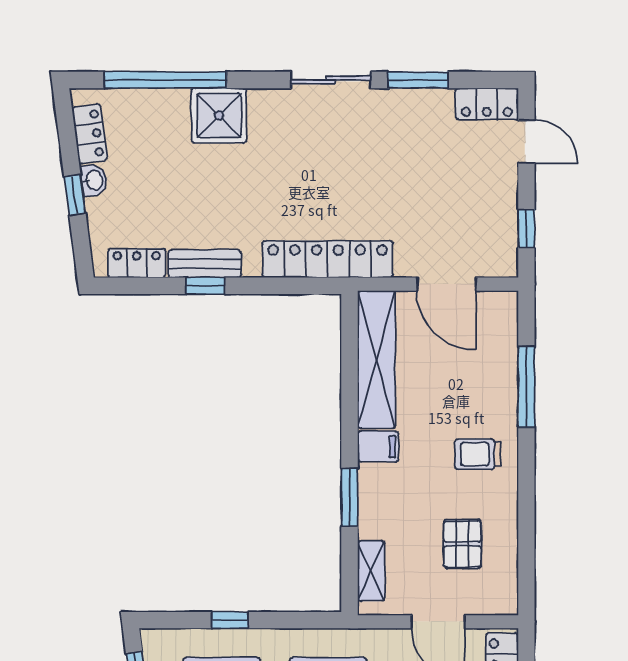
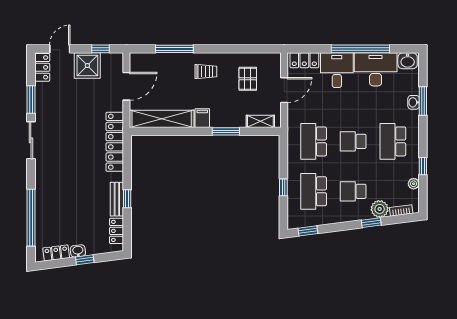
shower: (219, 116) -> (87, 65), moved
trolley: (478, 454) -> (206, 71), turned -90
pallet: (462, 544) -> (248, 79), turned 90

